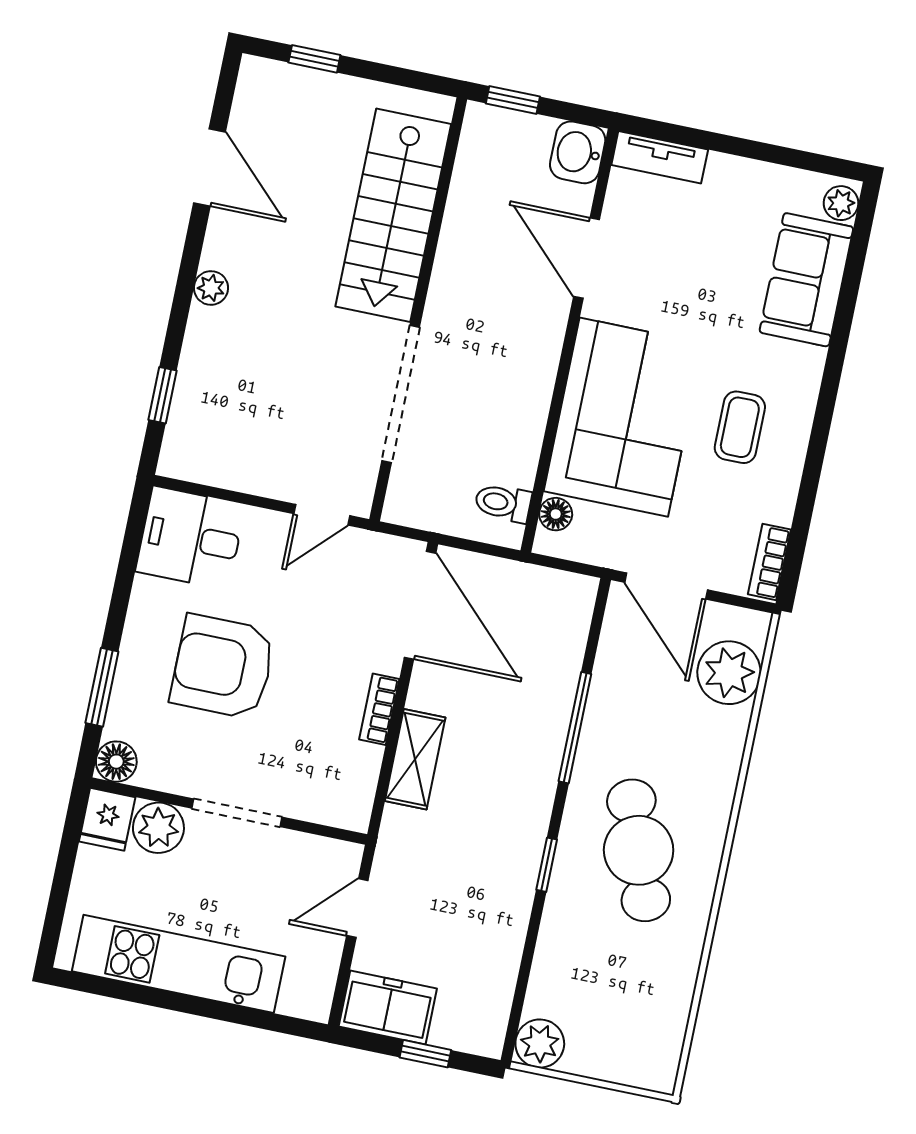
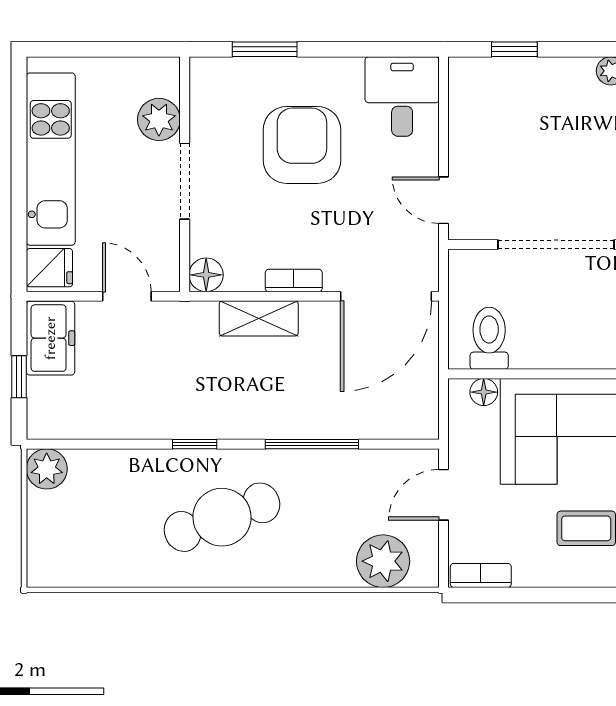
toilet: (503, 503) -> (489, 338), width x1.37, depth x1.39
door: (666, 586) -> (443, 495), width x0.73
floor lamp: (116, 762) -> (206, 275), moved
fridge: (107, 819) -> (49, 268), moved, turned 180

